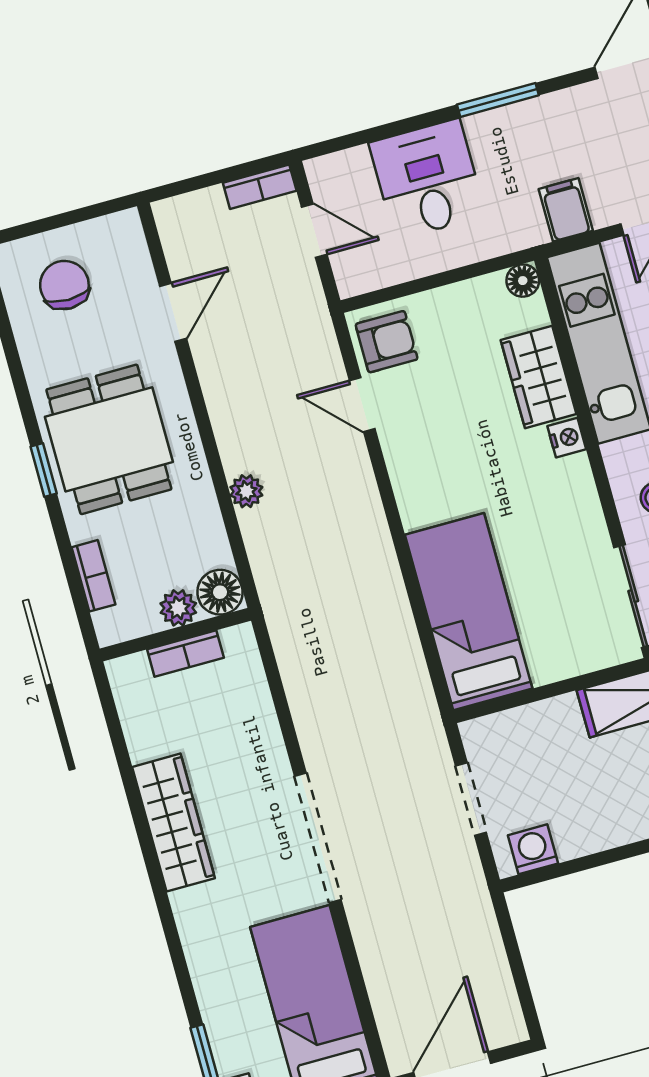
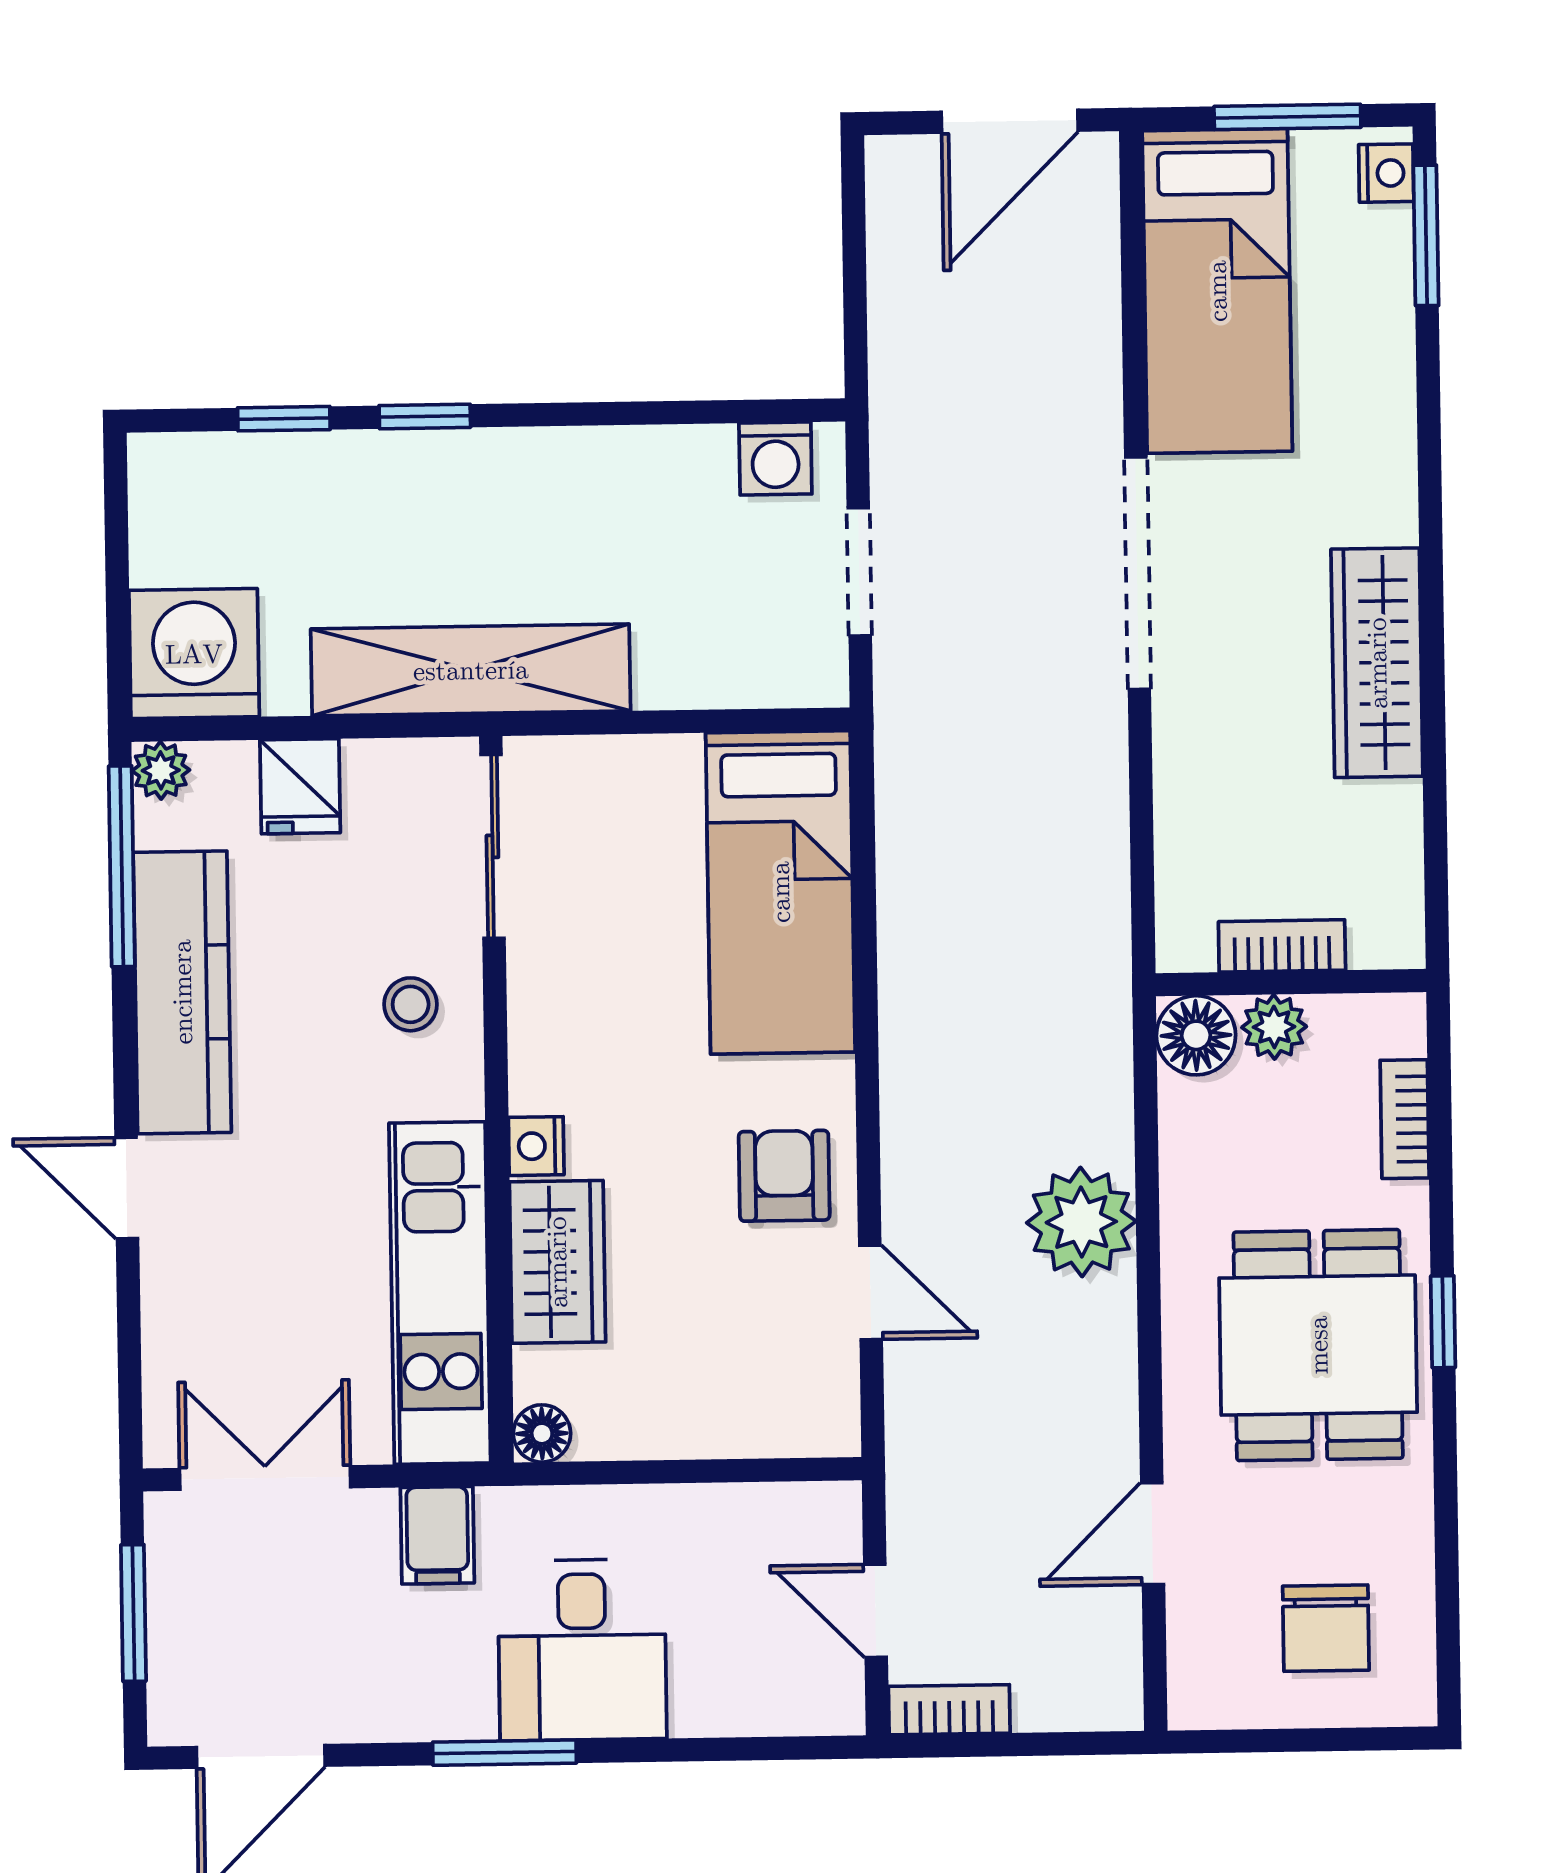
desk: (427, 179) -> (582, 1650), moved
armchair: (387, 342) -> (784, 1176), moved, turned 90
plant: (246, 491) -> (1081, 1222), width x1.87, depth x1.87

